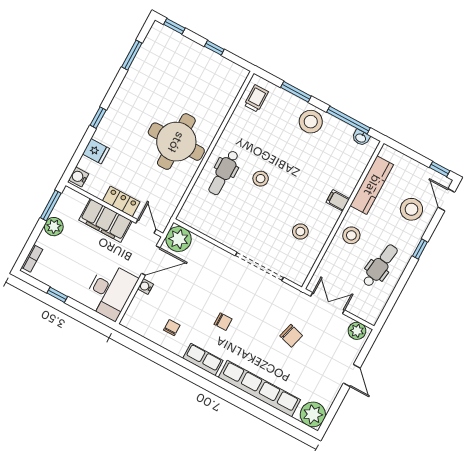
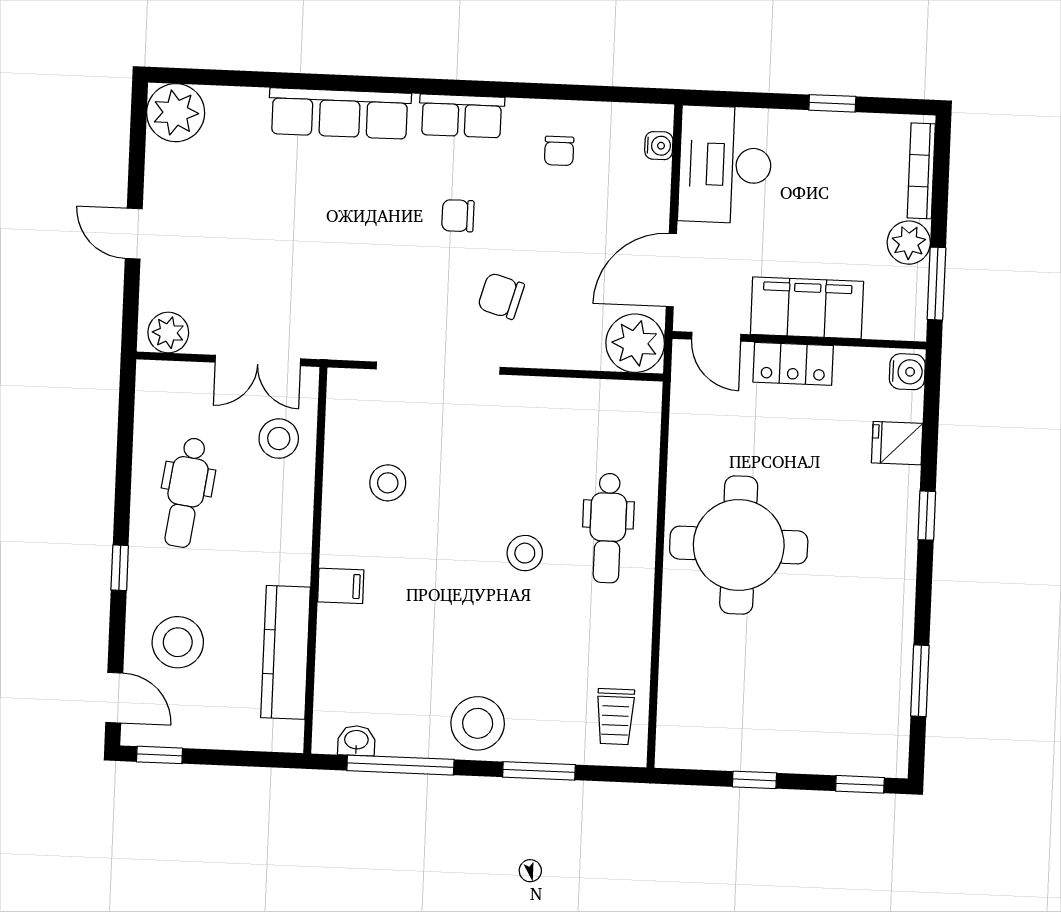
dental chair: (224, 173) -> (608, 528), turned 180
stool: (351, 235) -> (279, 439), moved
bookcase: (32, 258) -> (921, 171), width x1.56
water cooler: (145, 286) -> (659, 146), moved
chair: (291, 336) -> (501, 296), moved
row of seats: (259, 389) -> (340, 113), width x0.73

